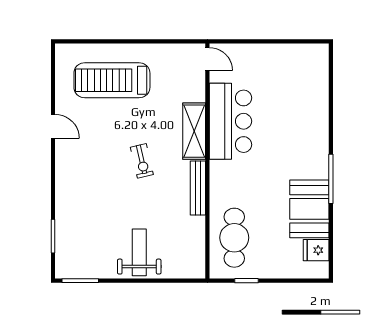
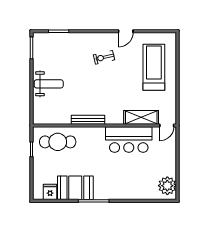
plant: (306, 58) -> (167, 186), added
shelving: (194, 131) -> (141, 117), moved
exercise bike: (142, 161) -> (104, 57), moved

